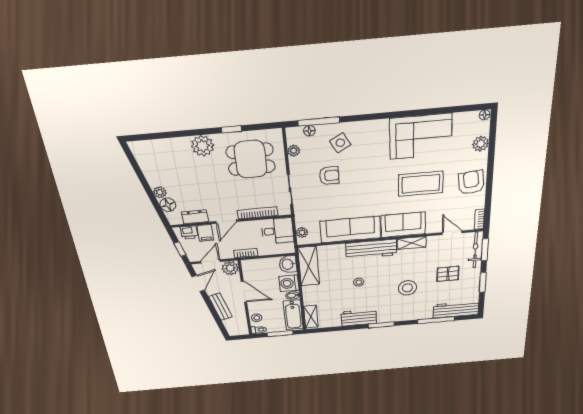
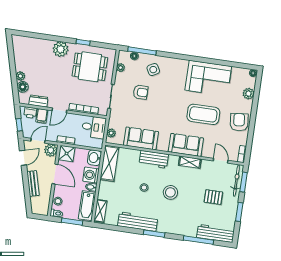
sofa: (350, 230) -> (141, 138), width x0.73
workbench: (371, 249) -> (154, 159), width x0.73
shower: (251, 267) -> (67, 153), added
stool: (407, 288) -> (170, 192), moved
workbench: (359, 318) -> (138, 222), width x1.38

